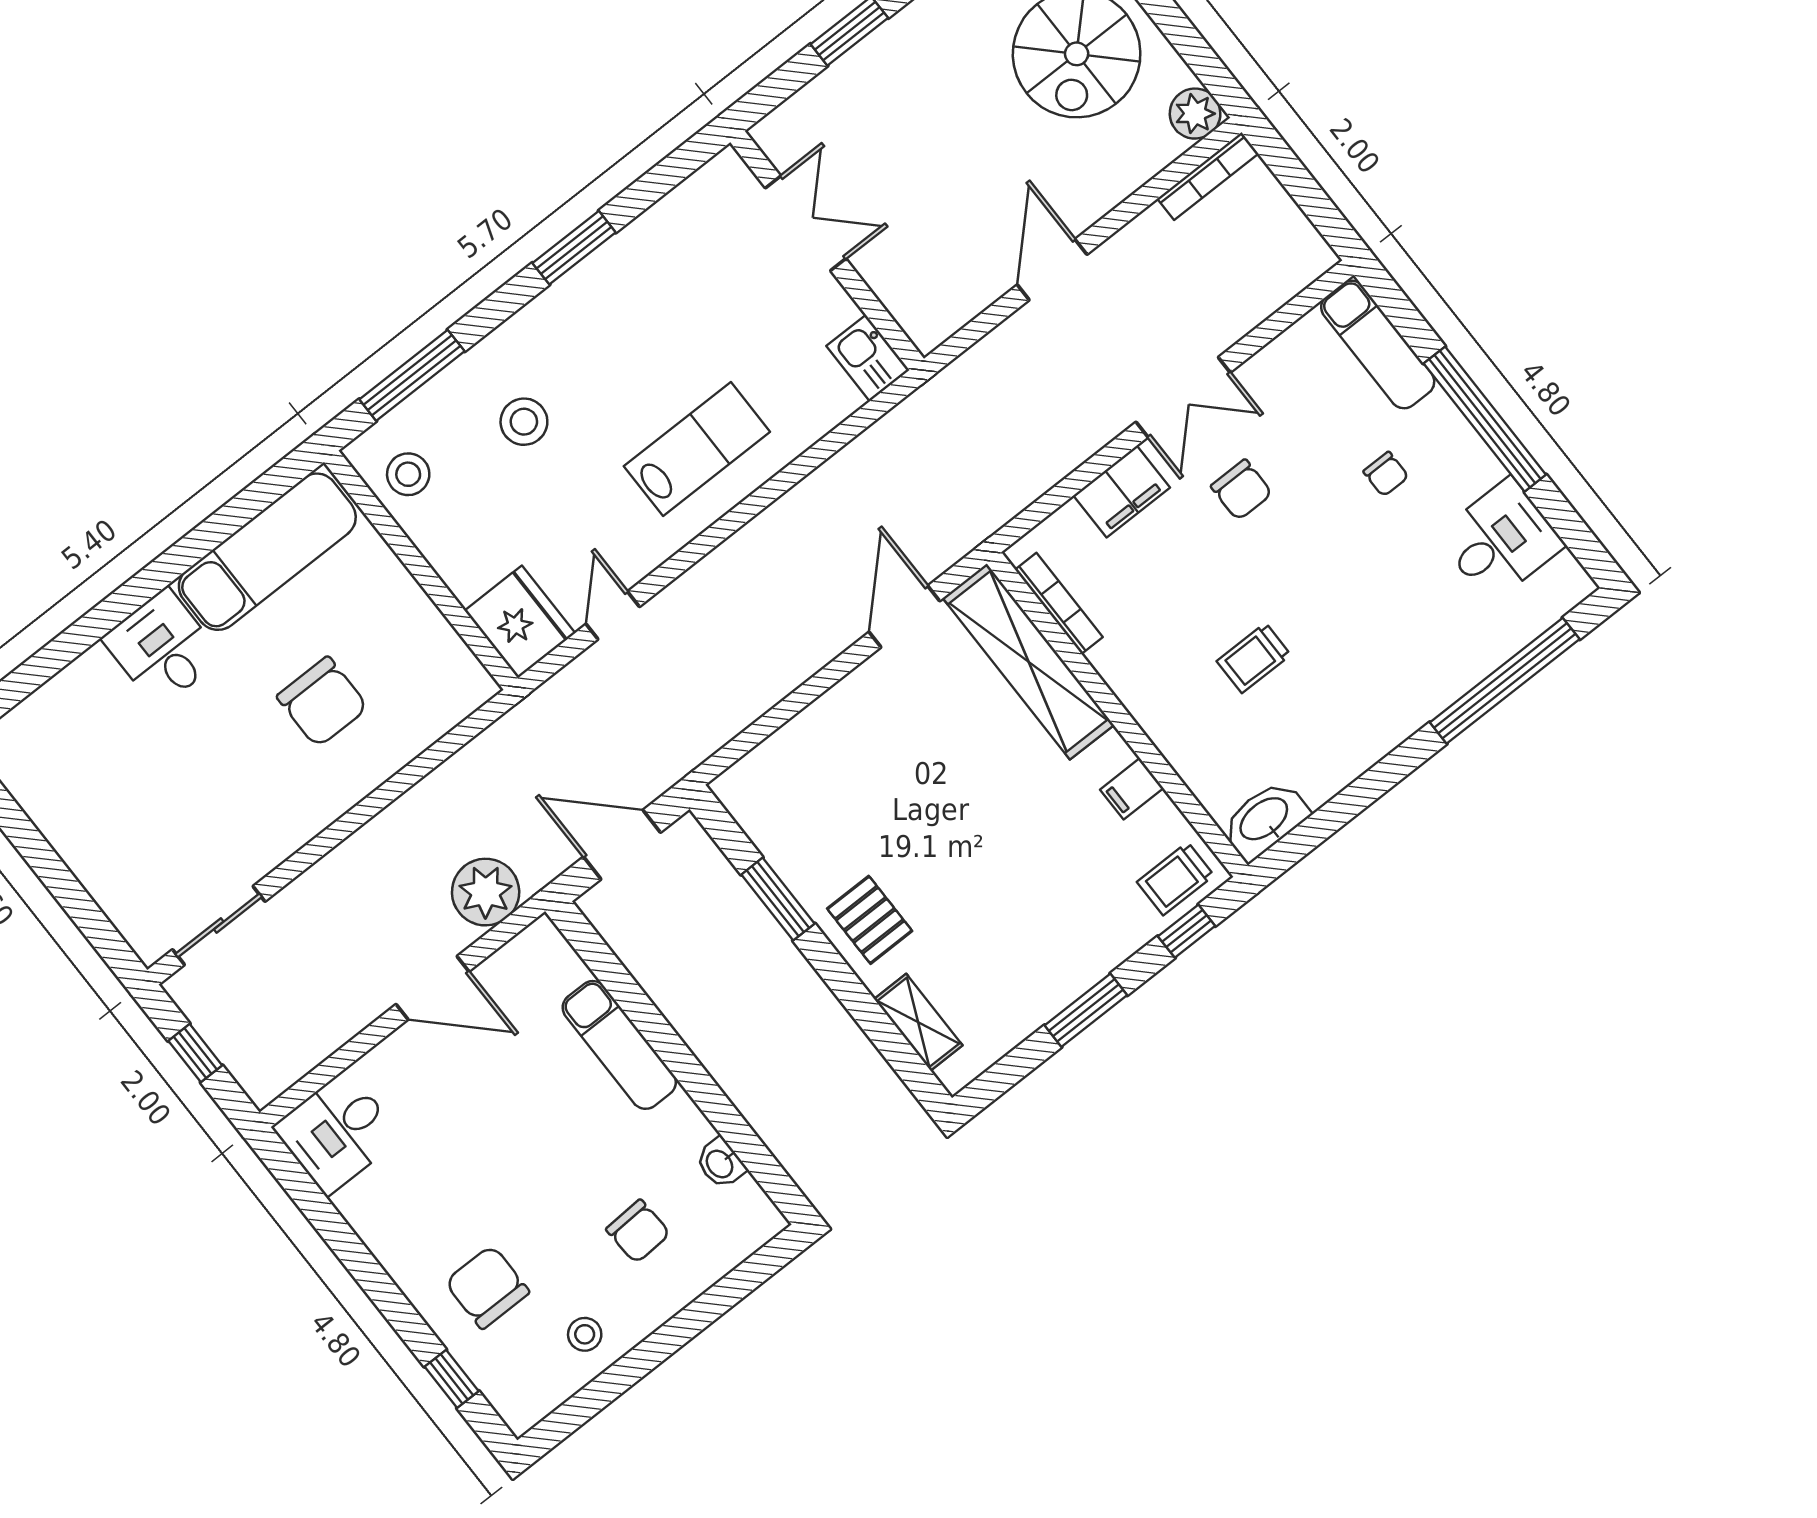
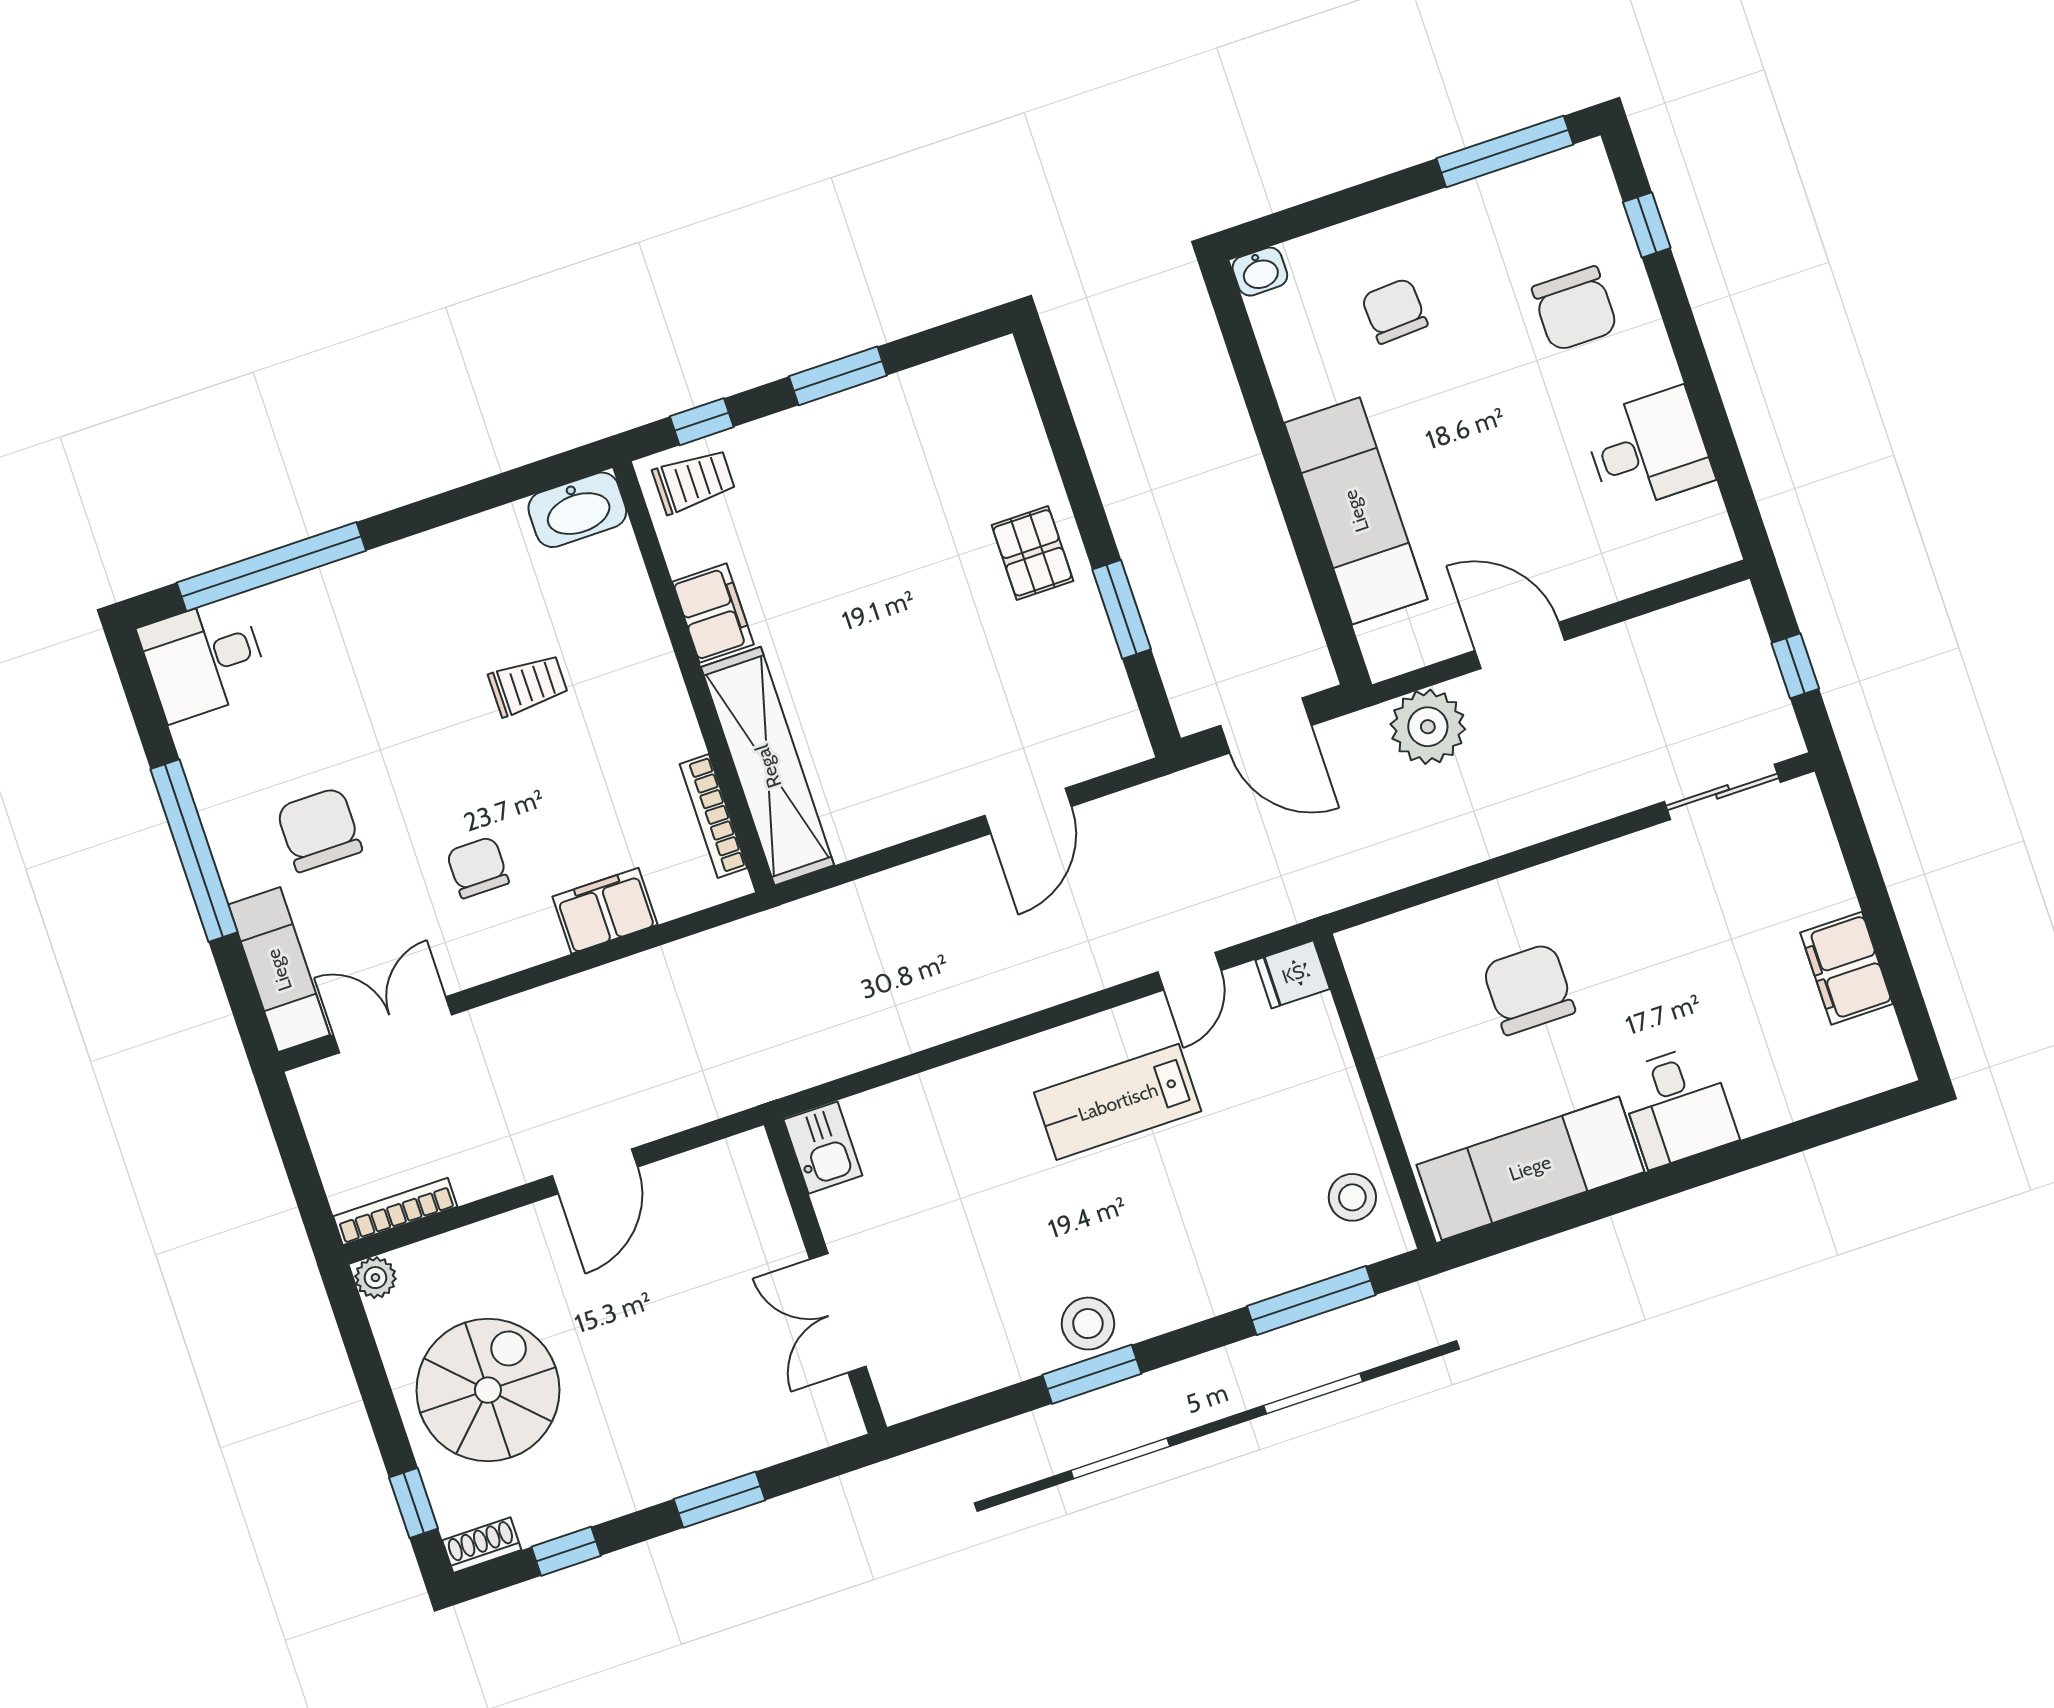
plant: (1195, 114) -> (375, 1278), width x0.73, depth x0.73
double door: (1183, 397) -> (393, 1025), moved
stool: (524, 422) -> (1088, 1324), moved
lab bench: (697, 449) -> (1118, 1102), moved
chair: (1386, 474) -> (319, 830), width x1.87, depth x1.87
desk: (1500, 540) -> (204, 659), moved
door: (904, 617) -> (1028, 811), moved
fridge: (520, 622) -> (1293, 974), width x0.53, depth x0.75
filing cabinet: (1132, 789) -> (713, 613), width x2.00
filing cabinet: (62, 814) -> (1847, 968), added
shelving: (918, 1022) -> (1020, 426), removed
exam couch: (619, 1045) -> (1356, 511), width x1.36, depth x1.45
desk: (337, 1132) -> (1648, 449), moved
washbasin: (720, 1163) -> (1260, 272), moved, turned 90
stool: (585, 1334) -> (1490, 222), removed
window: (593, 1398) -> (1505, 151), added

